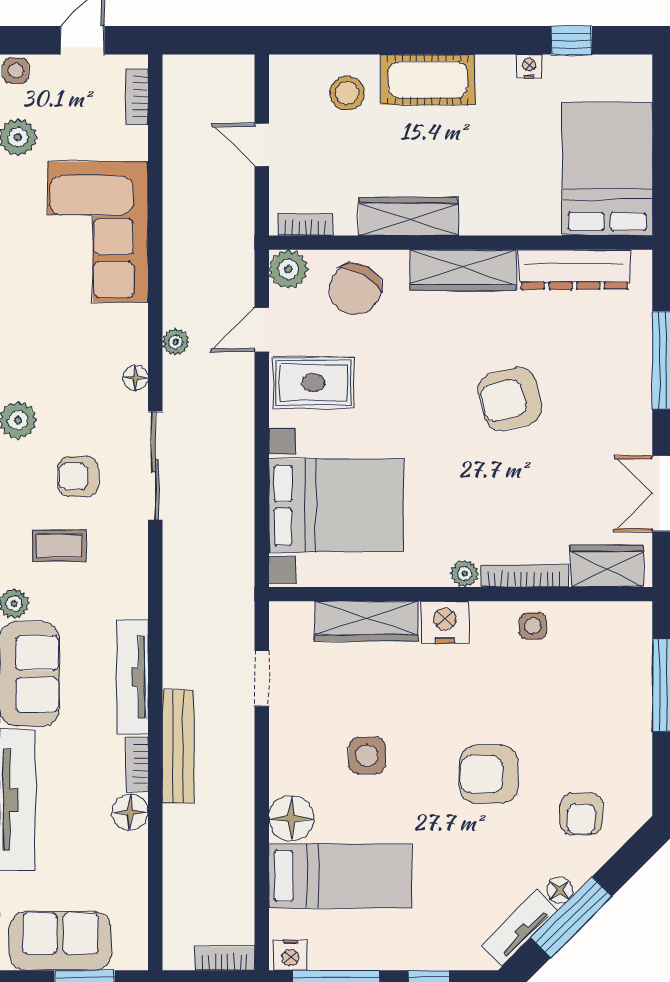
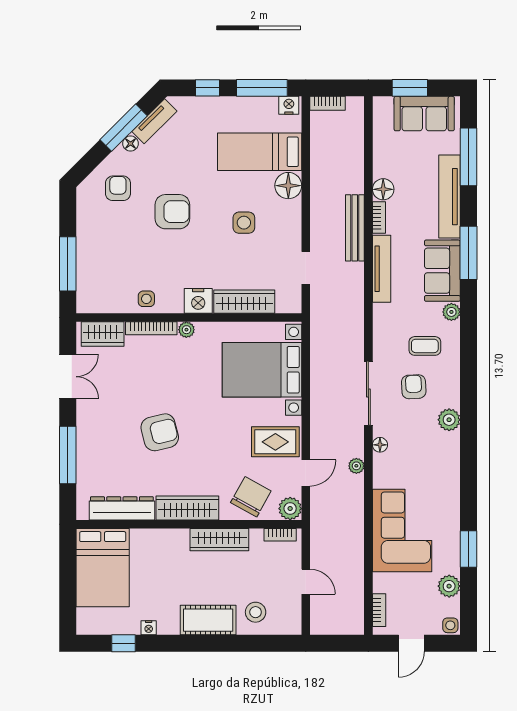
armchair: (78, 476) -> (414, 387), turned -93

